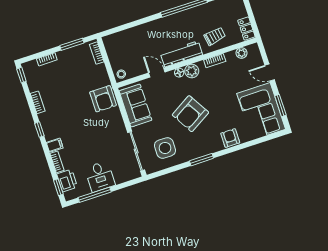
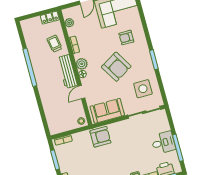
armchair: (230, 138) -> (126, 38), moved

